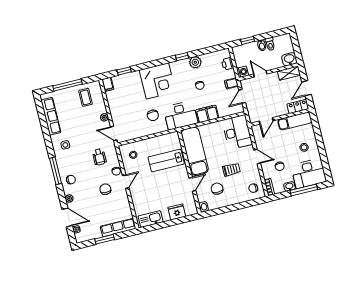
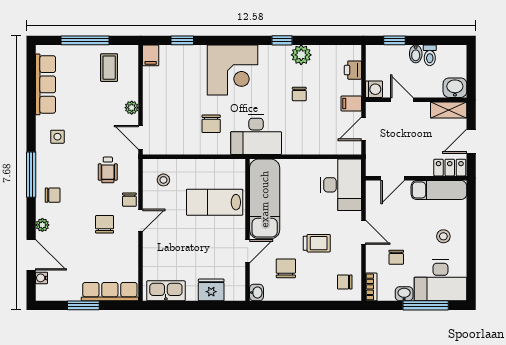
filing cabinet: (207, 114) -> (300, 143), removed

